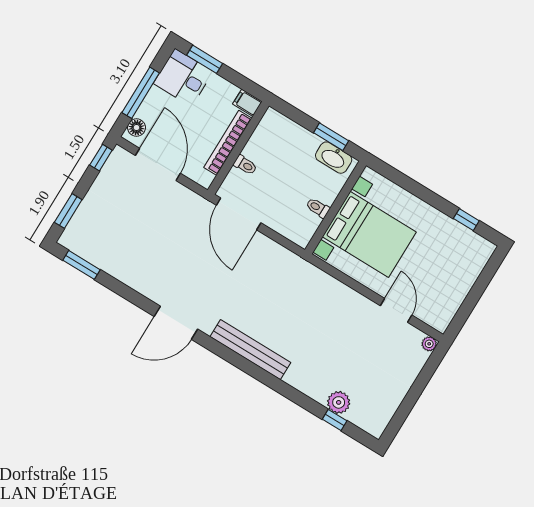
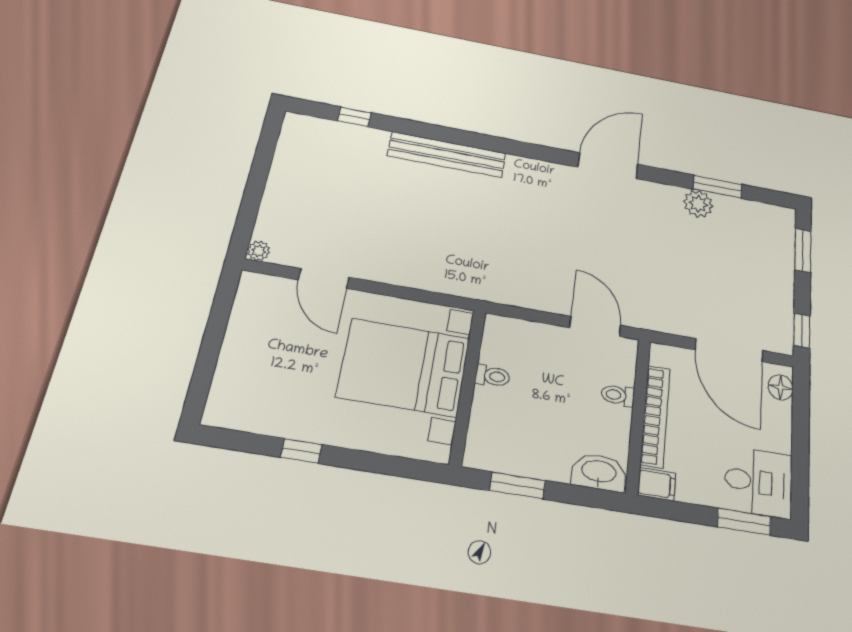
window: (141, 93) -> (800, 436), removed
washbasin: (334, 158) -> (599, 472), moved
door: (239, 214) -> (595, 327), width x0.73
window: (466, 220) -> (301, 451), moved
window: (82, 265) -> (718, 187), moved
bench: (250, 350) -> (447, 154), moved
plant: (339, 402) -> (698, 204), moved

